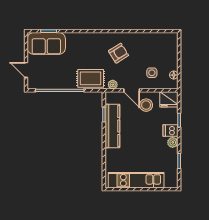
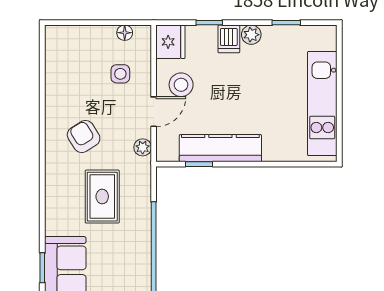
rug: (91, 78) -> (102, 197), moved

